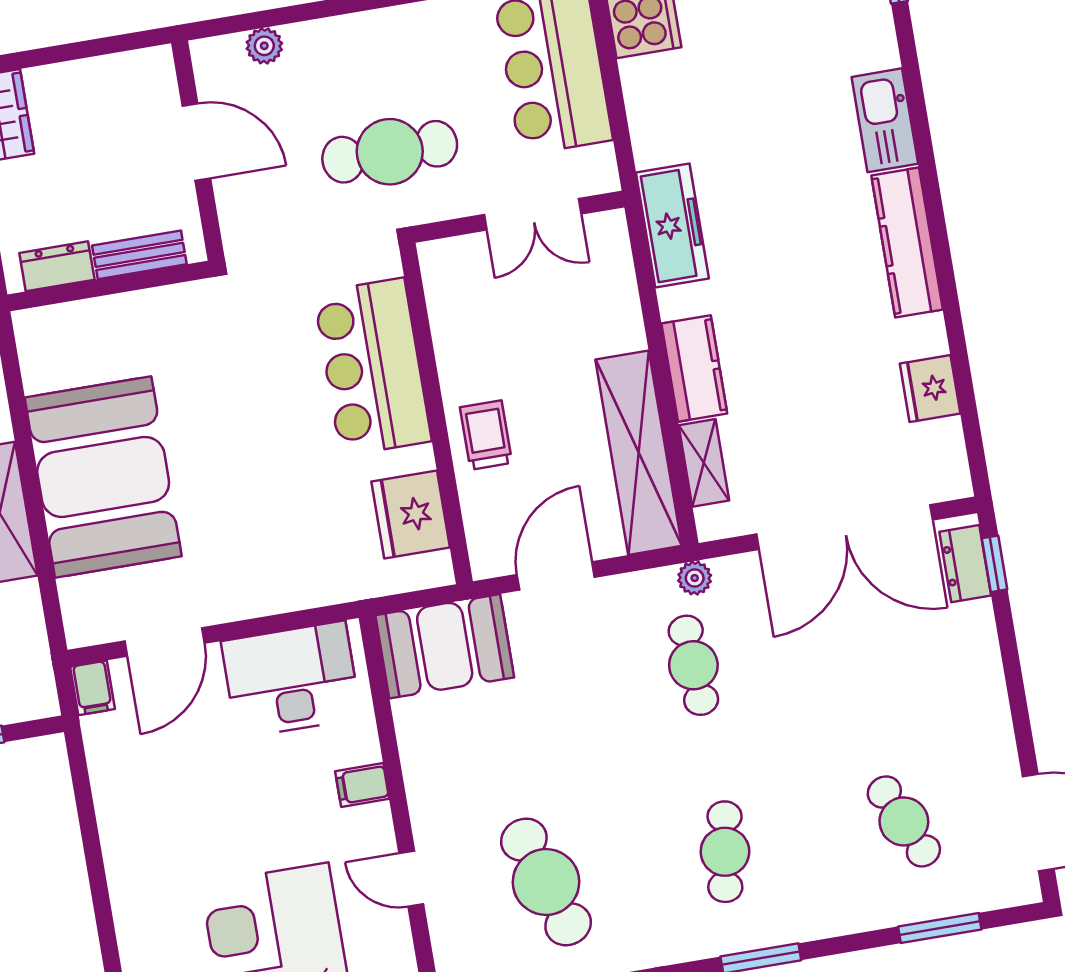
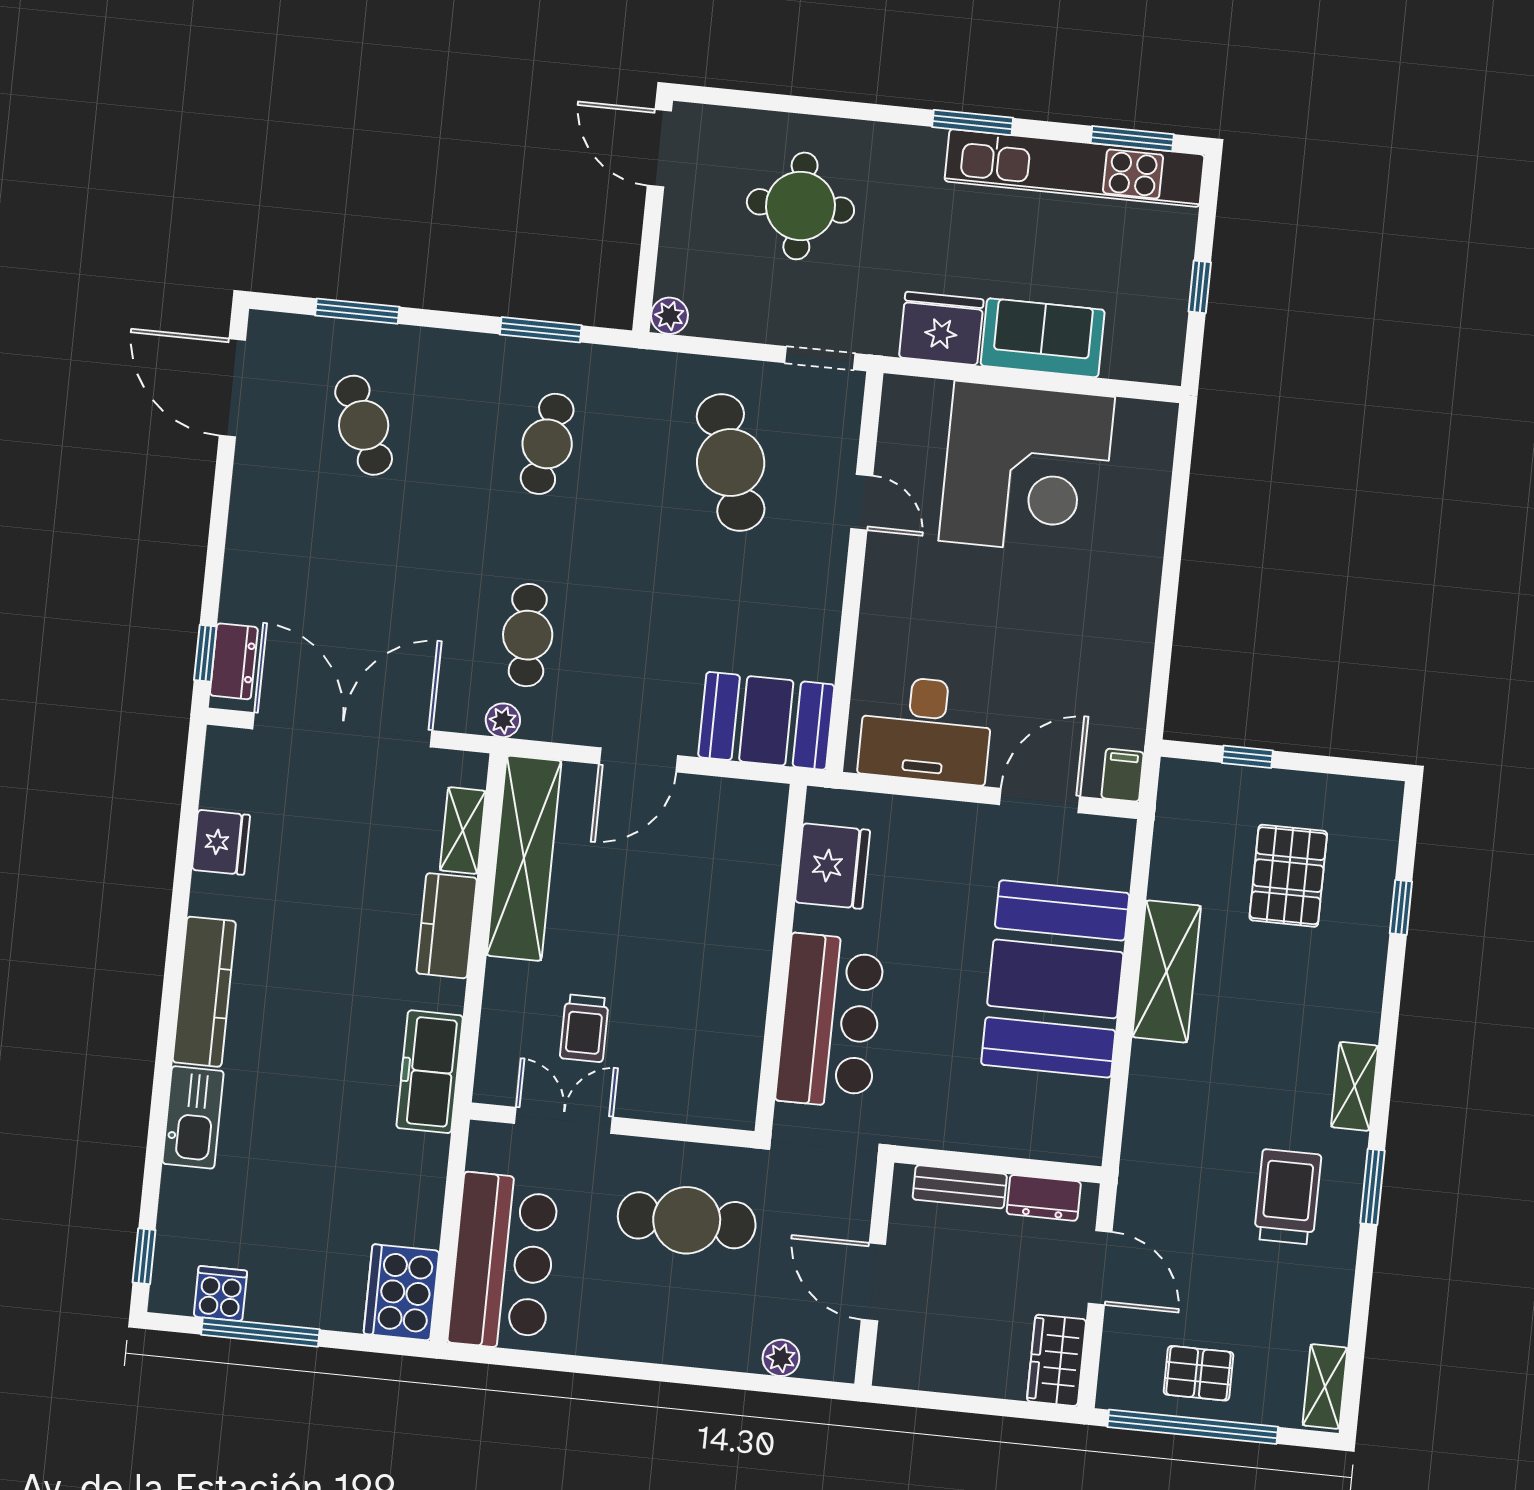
bar counter: (372, 367) -> (830, 1021), moved
wall: (436, 413) -> (781, 958), moved
trolley: (486, 435) -> (584, 1028), moved
fridge: (411, 514) -> (833, 866), moved
filing cabinet: (362, 785) -> (885, 607), removed

